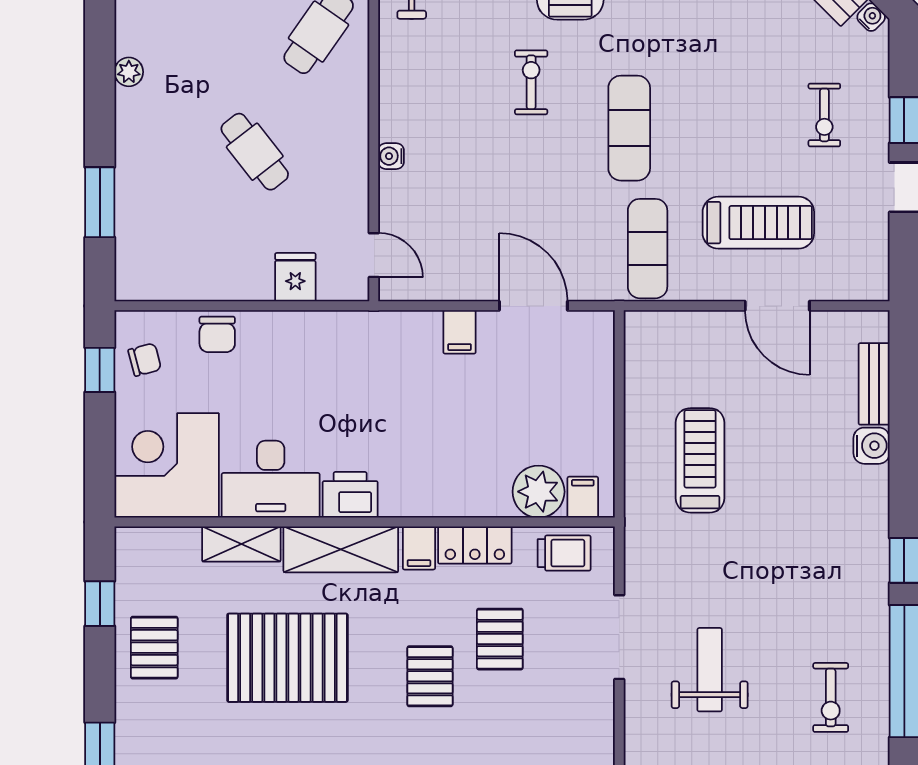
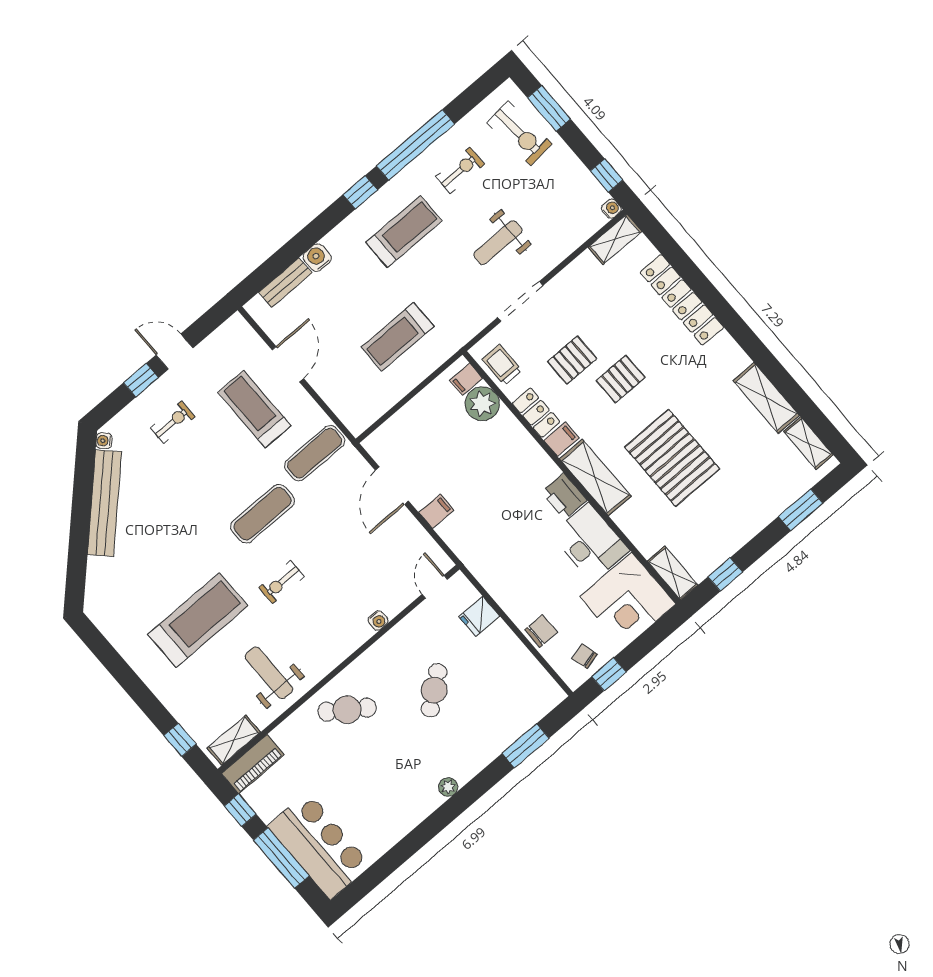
shelving: (241, 544) -> (673, 573), moved
treadmill: (815, 572) -> (404, 232), added
pallet: (154, 648) -> (724, 529), removed

